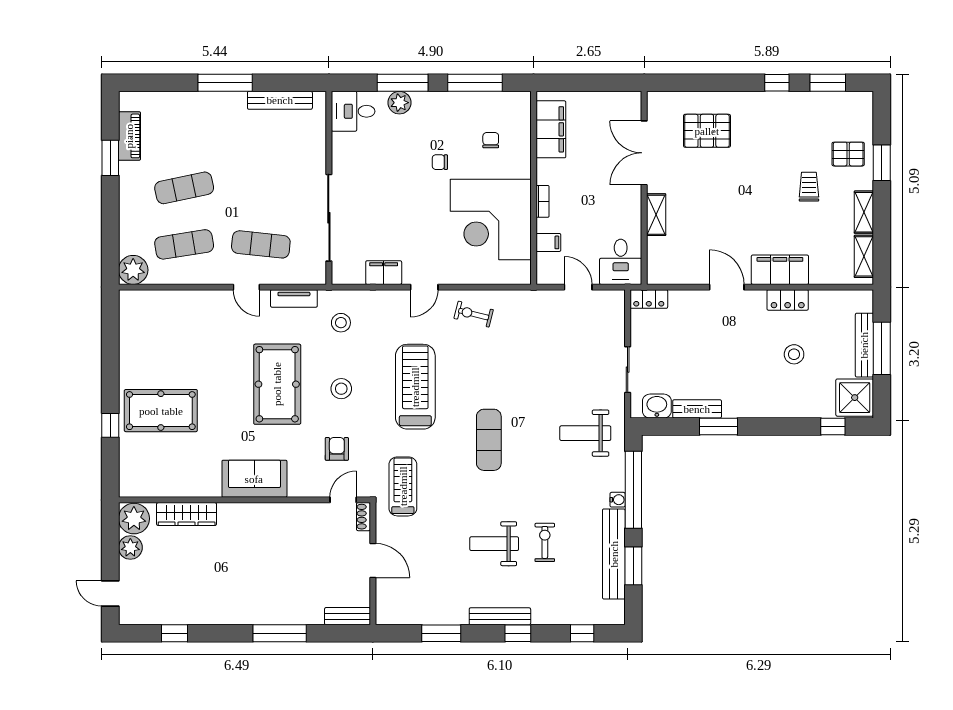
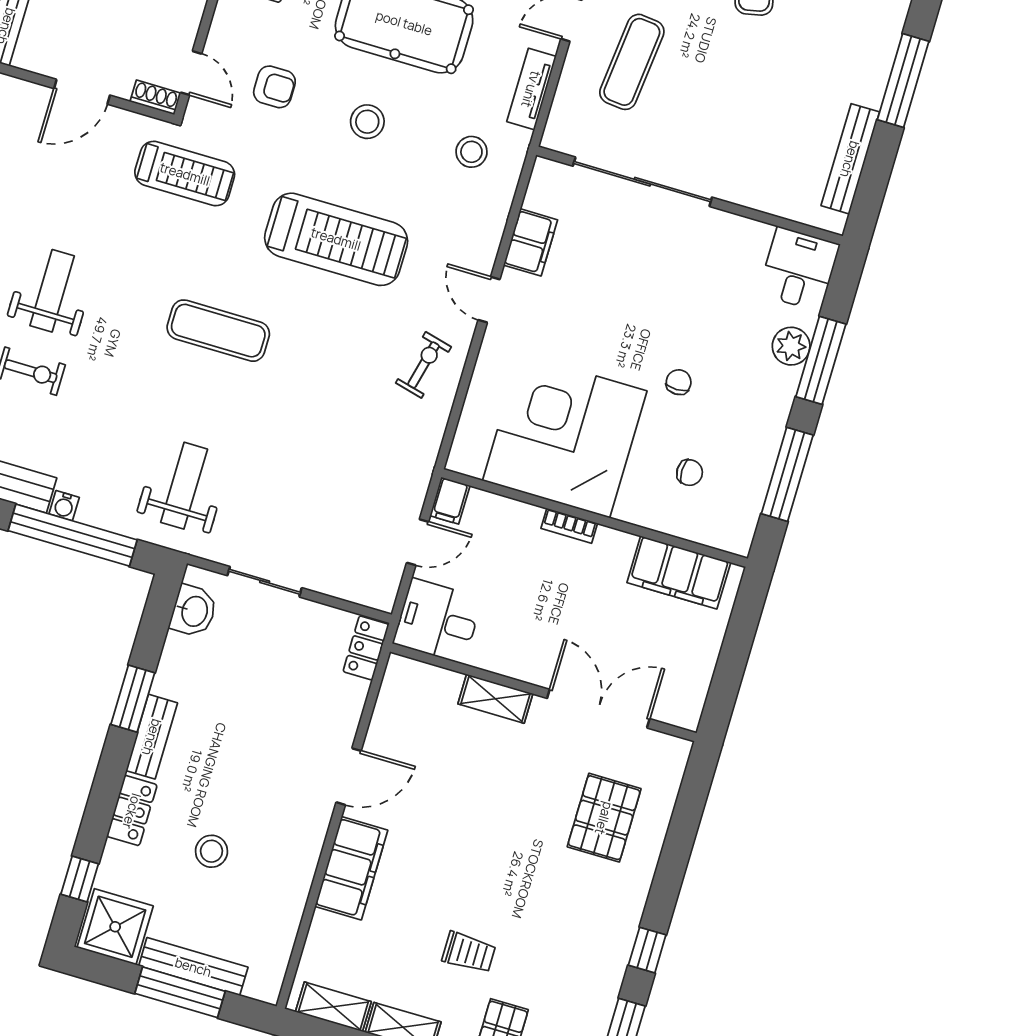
filing cabinet: (548, 242) -> (450, 501), moved
locker: (788, 300) -> (132, 811), moved, turned 180
bench: (697, 409) -> (152, 737), moved

